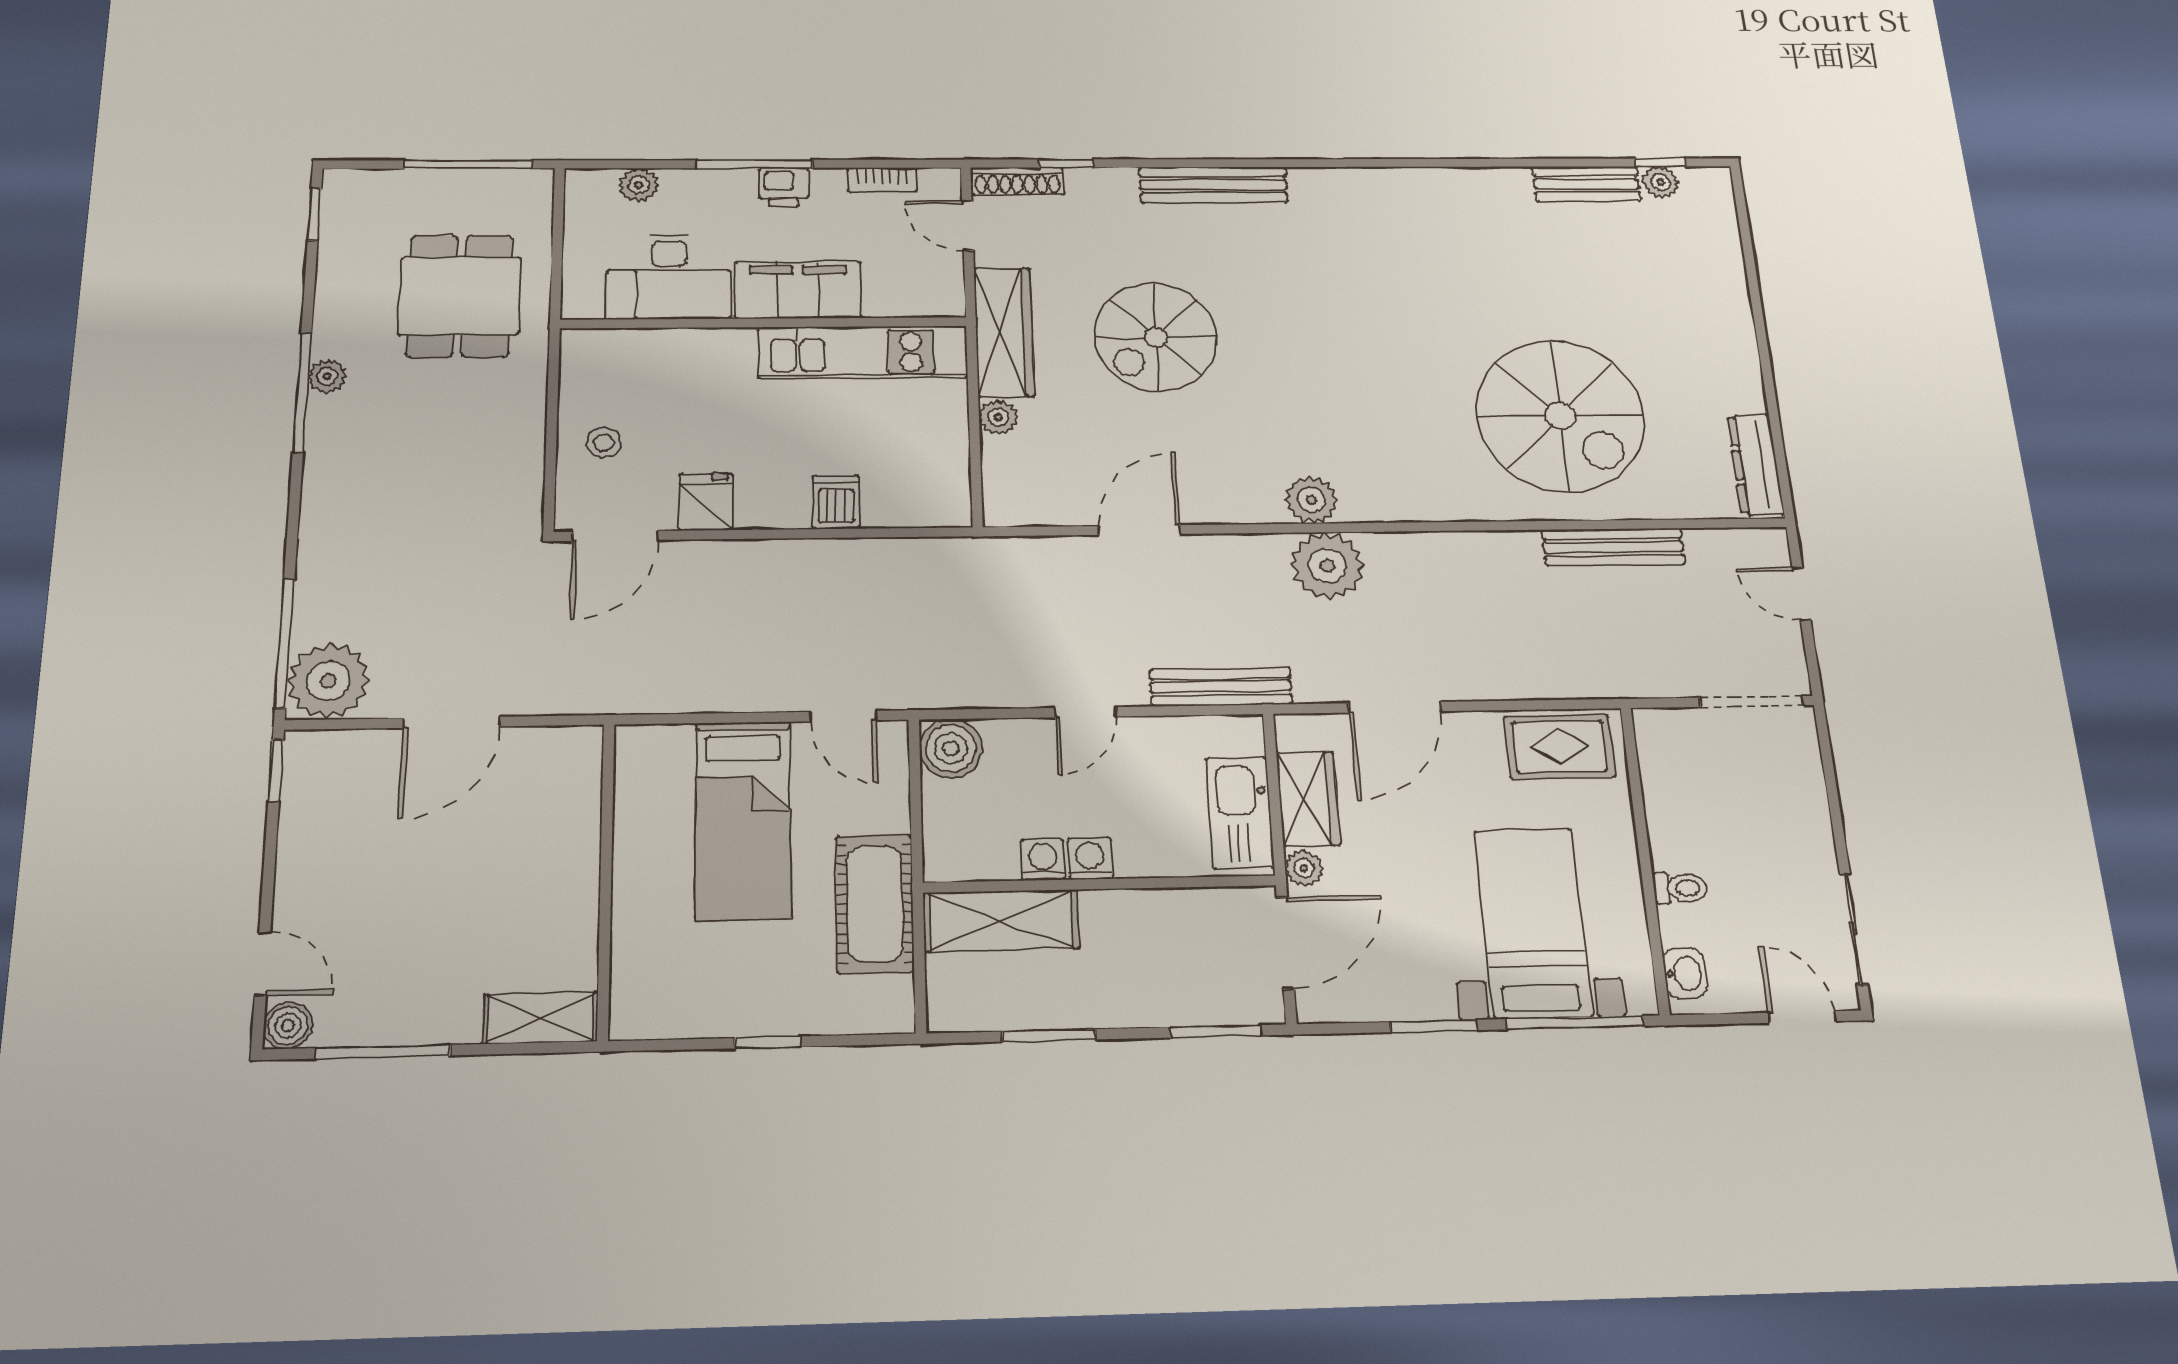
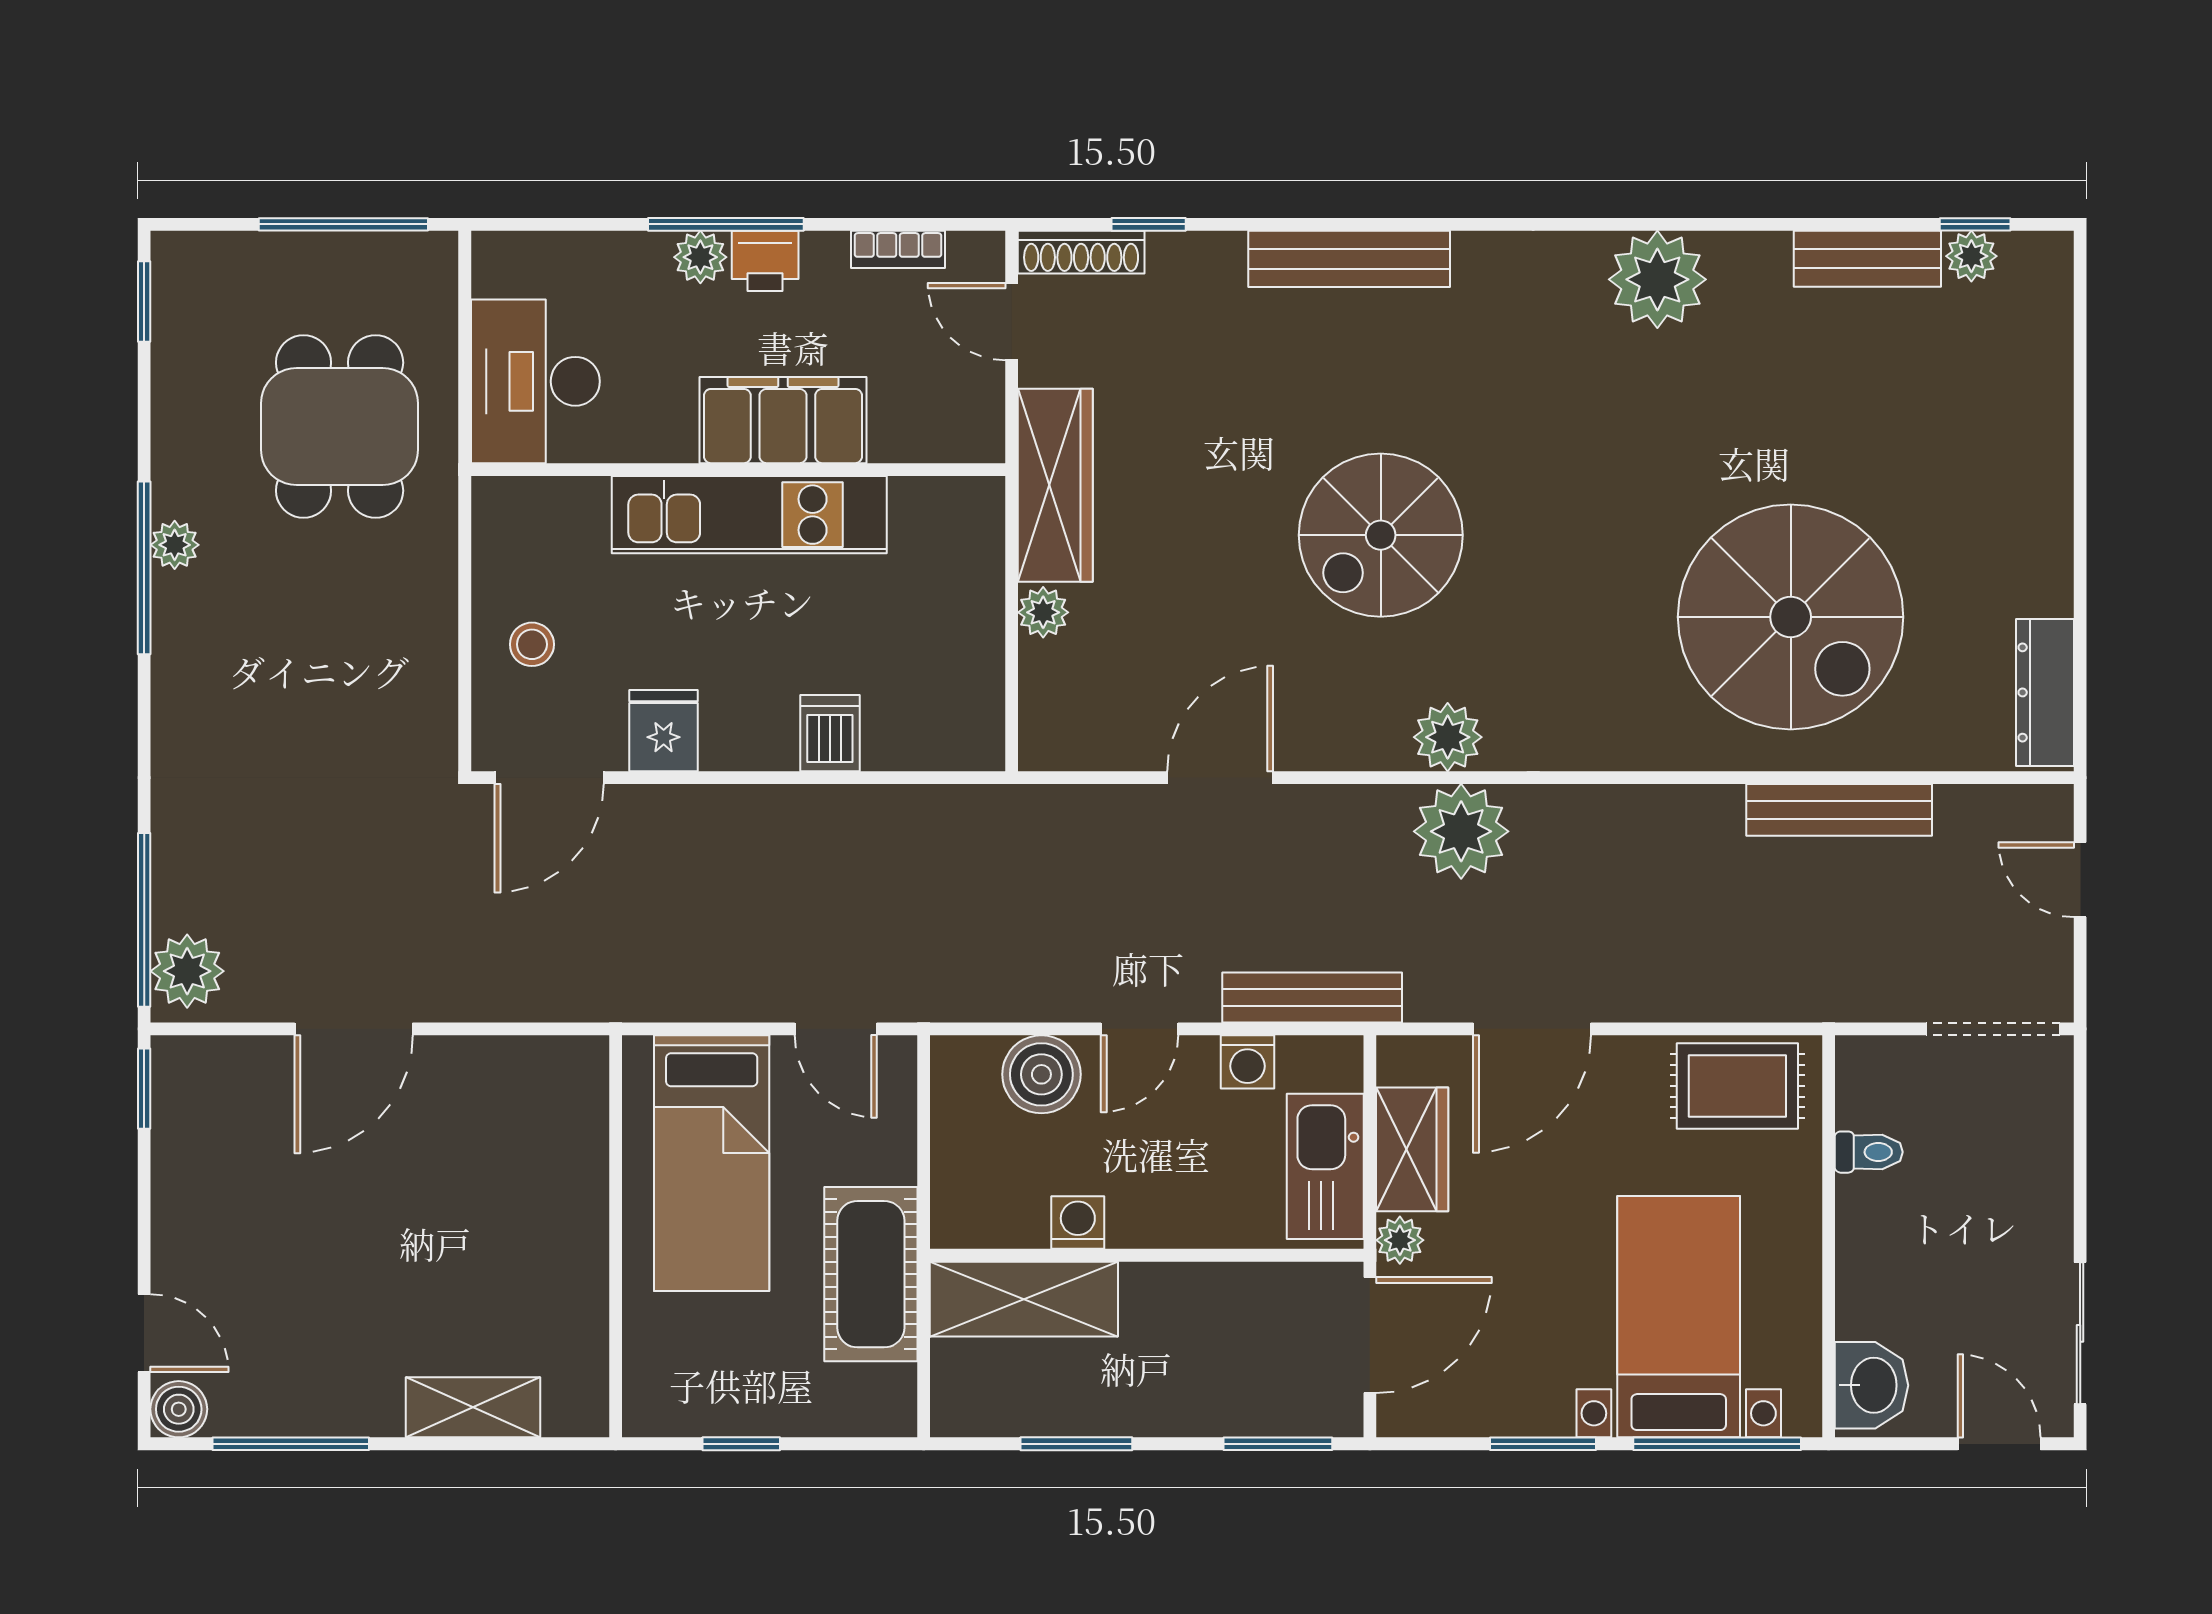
plant: (639, 185) -> (700, 257), moved
plant: (1438, 197) -> (1657, 279), added
desk: (669, 277) -> (535, 381), moved, turned 90
spiral stairs: (1156, 337) -> (1381, 535), moved
kitchen unit: (863, 352) -> (749, 515), moved
plant: (328, 681) -> (187, 971), width x0.73, depth x0.73
boiler: (951, 748) -> (1041, 1074), moved
washing machine: (1090, 859) -> (1247, 1062), moved, turned 180
wall: (606, 879) -> (616, 1236), moved
toilet: (1680, 888) -> (1869, 1152), moved
washbasin: (1685, 973) -> (1872, 1385), width x1.38, depth x1.45

